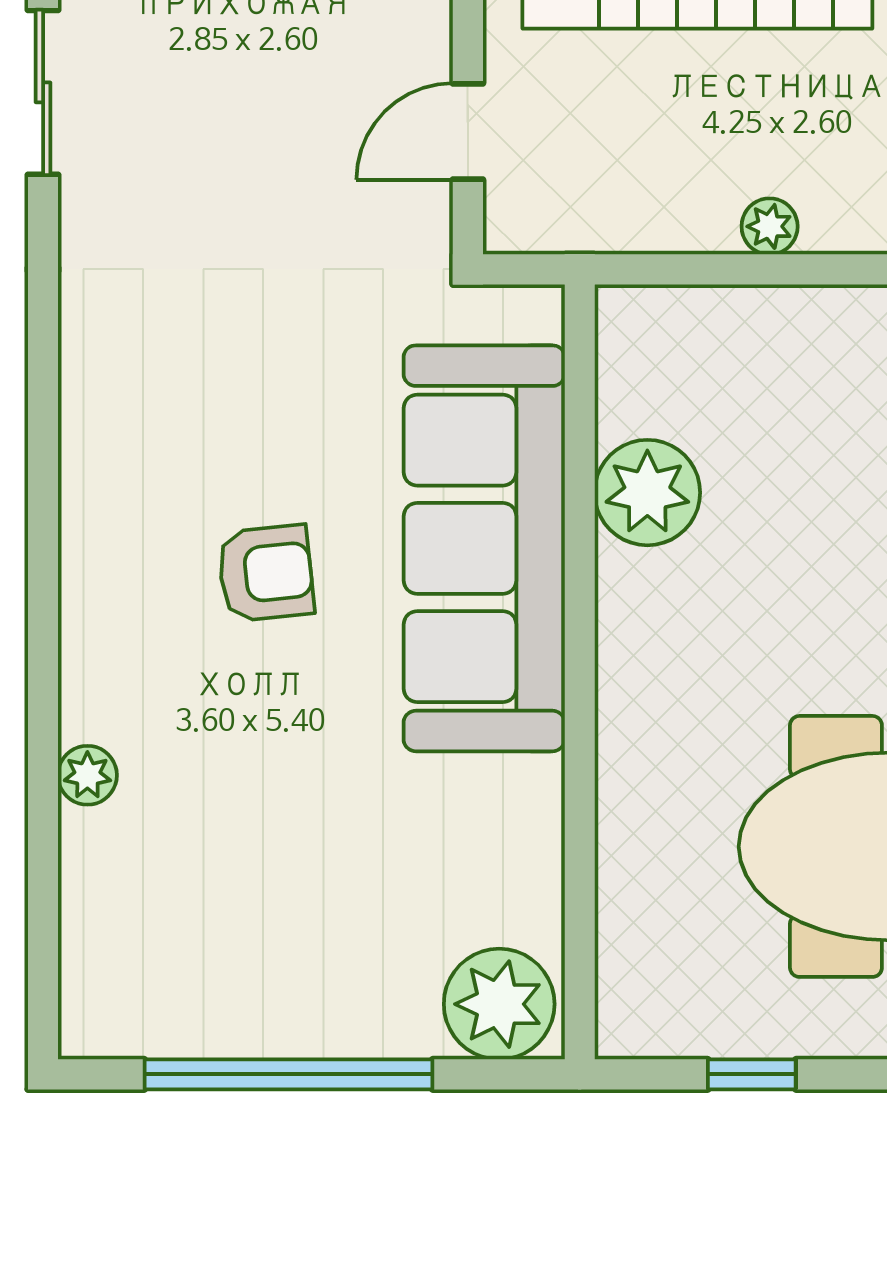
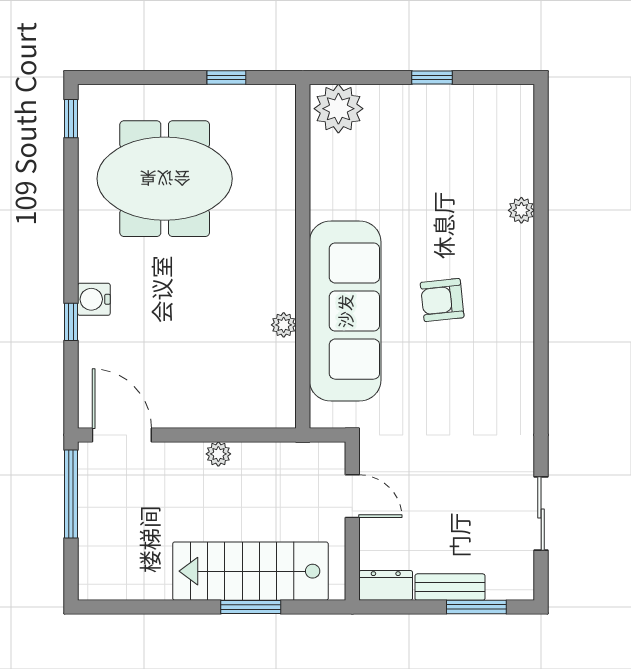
door: (468, 131) -> (352, 496), hinge flipped
plant: (647, 493) -> (284, 325), width x0.53, depth x0.53
window: (289, 1074) -> (432, 77), width x0.32

